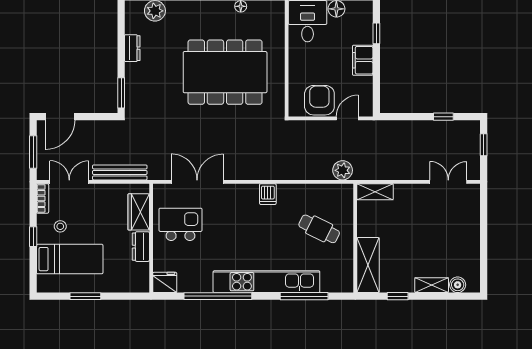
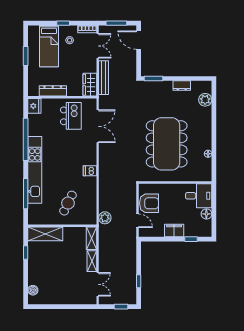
wardrobe: (139, 212) -> (90, 85), moved, turned -90
dresser: (141, 247) -> (53, 91), width x1.44
shelving: (432, 285) -> (92, 261), moved

